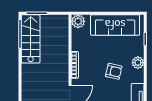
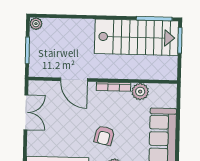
plant: (78, 21) -> (140, 92), moved
stairs: (31, 39) -> (137, 37), width x1.36, depth x1.51

